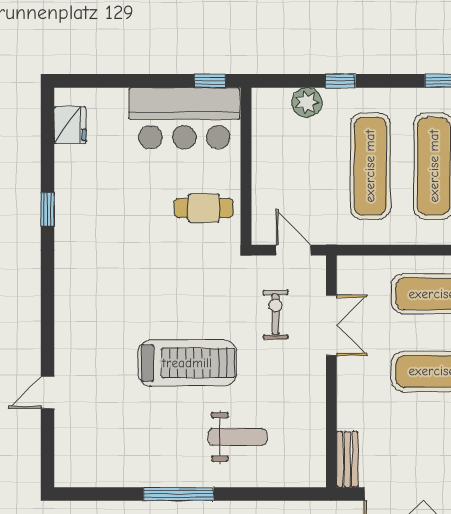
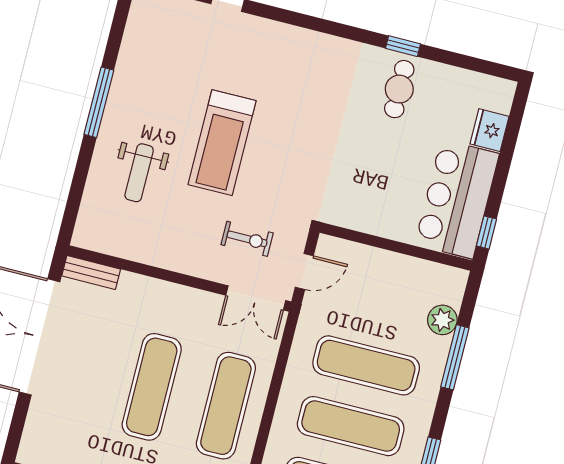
window: (340, 81) -> (455, 357), width x2.17
fridge: (70, 125) -> (489, 130), moved, turned 90
cafe table: (204, 208) -> (399, 89), moved
double door: (331, 325) -> (256, 298), moved

